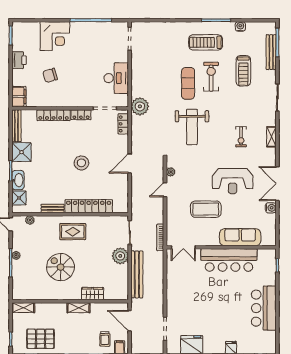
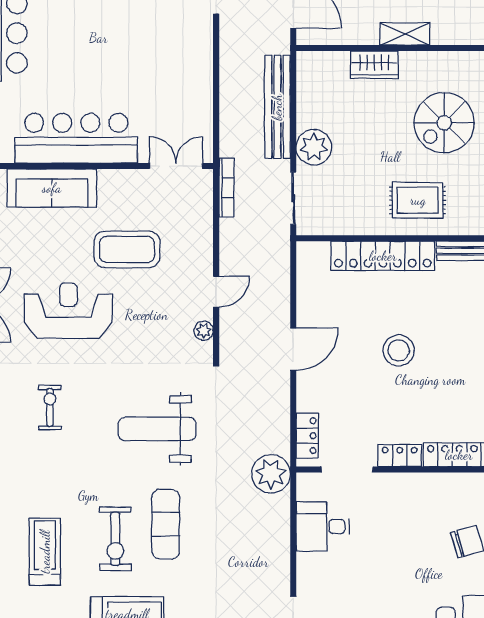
desk: (116, 78) -> (323, 527), width x0.73
weight bench: (192, 127) -> (157, 429), turned -90
spiral stairs: (61, 267) -> (444, 123), turned 90

